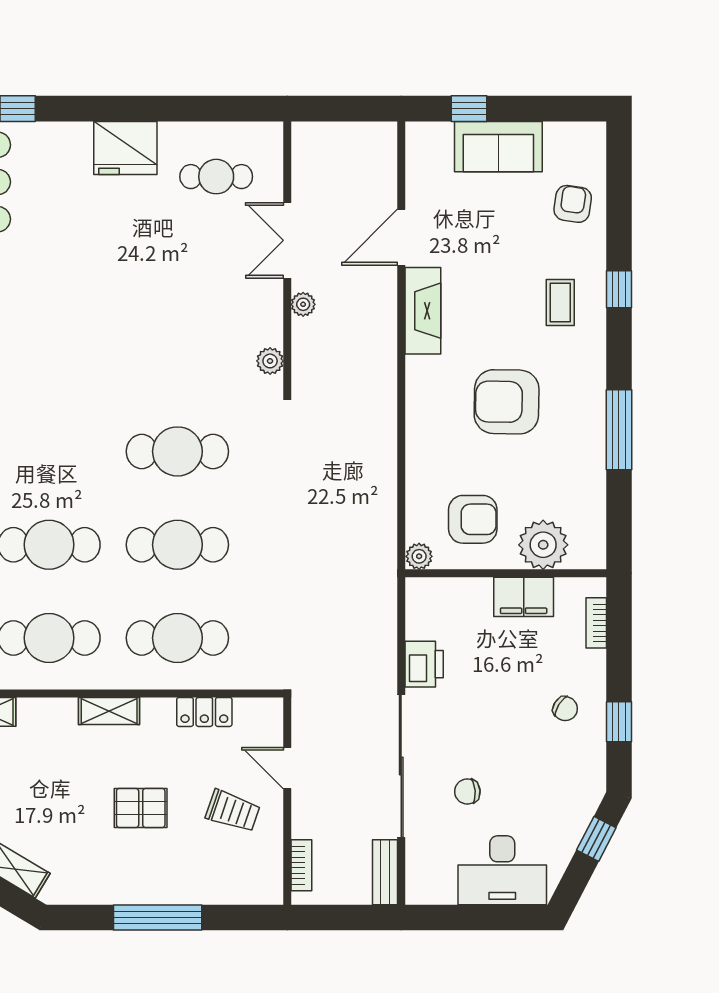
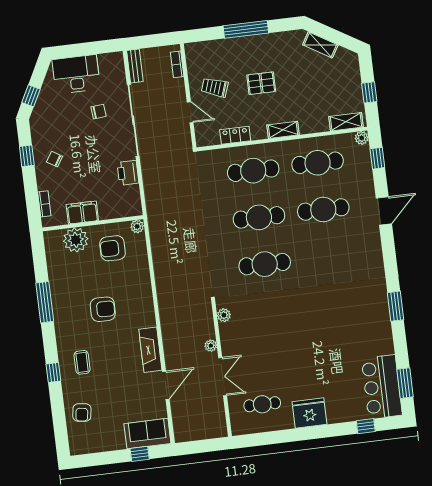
sofa: (498, 147) -> (147, 434), moved
armchair: (507, 402) -> (103, 309), width x0.73, depth x0.73

